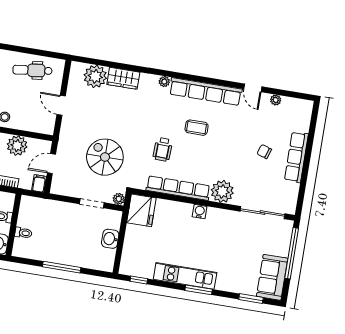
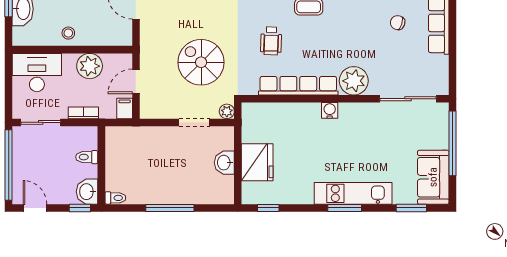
fridge: (141, 210) -> (257, 162), moved
toilet: (23, 233) -> (115, 198), moved
kitchen unit: (185, 276) -> (353, 193), moved

